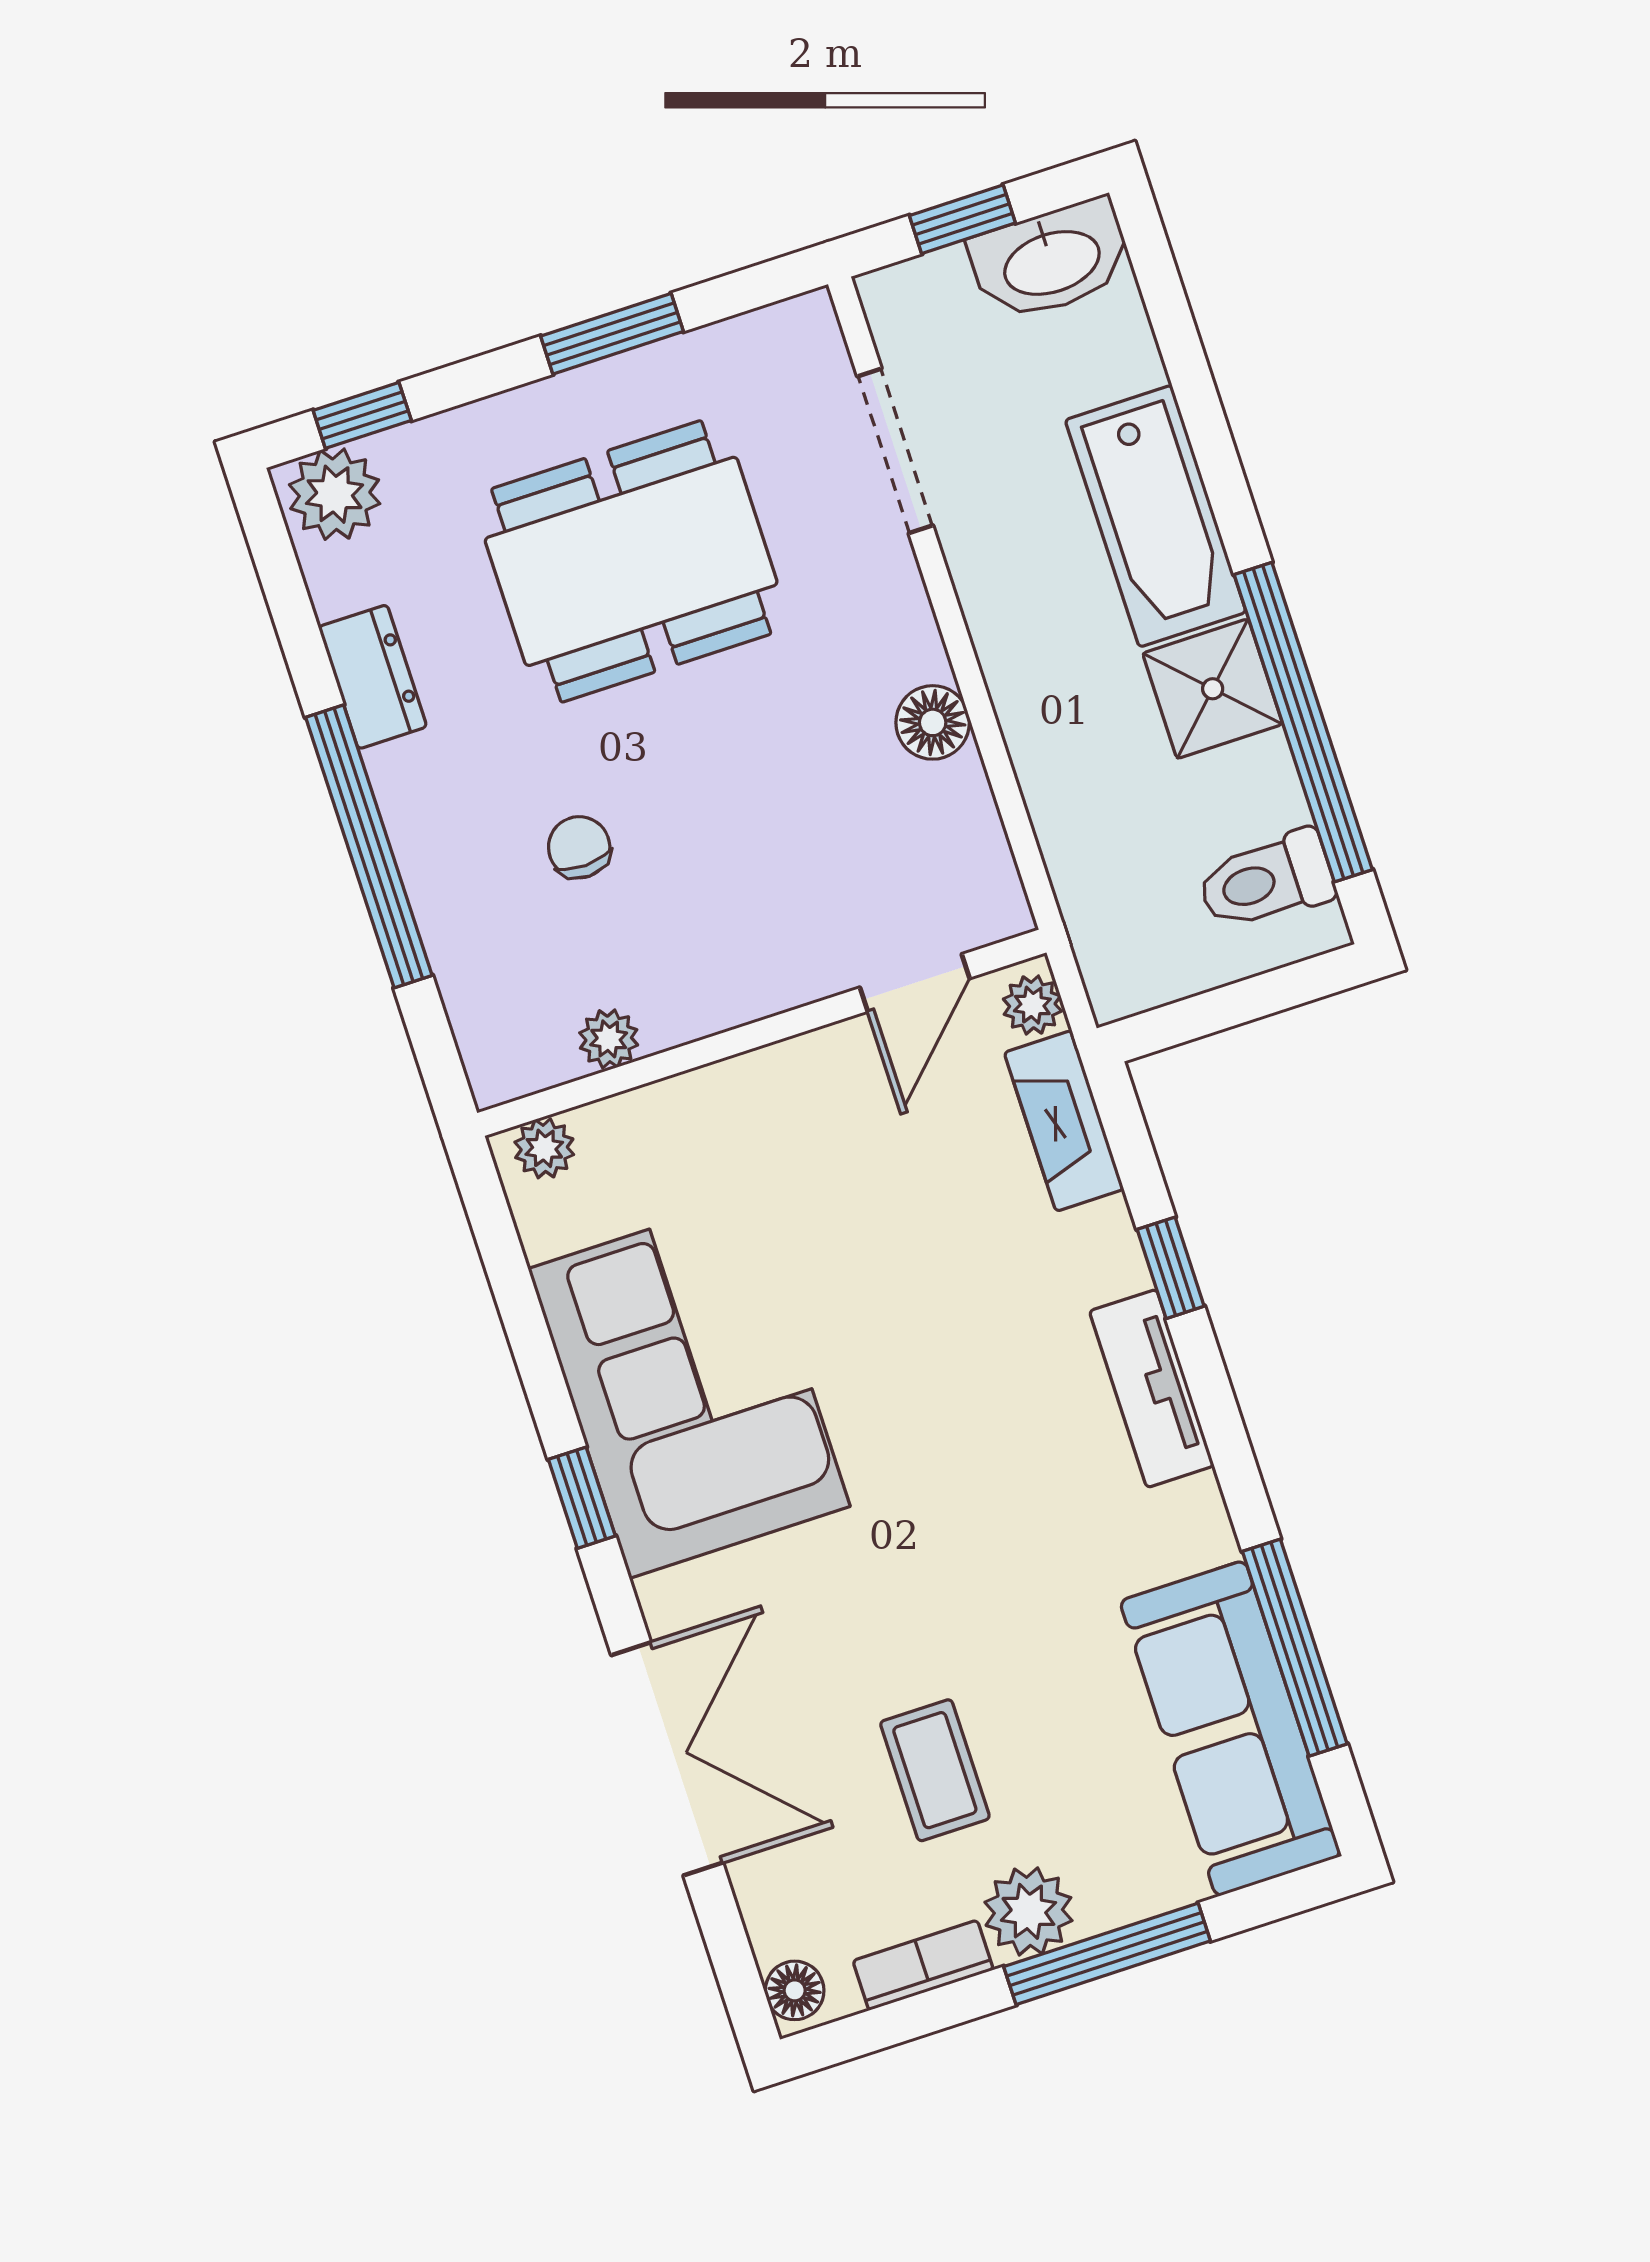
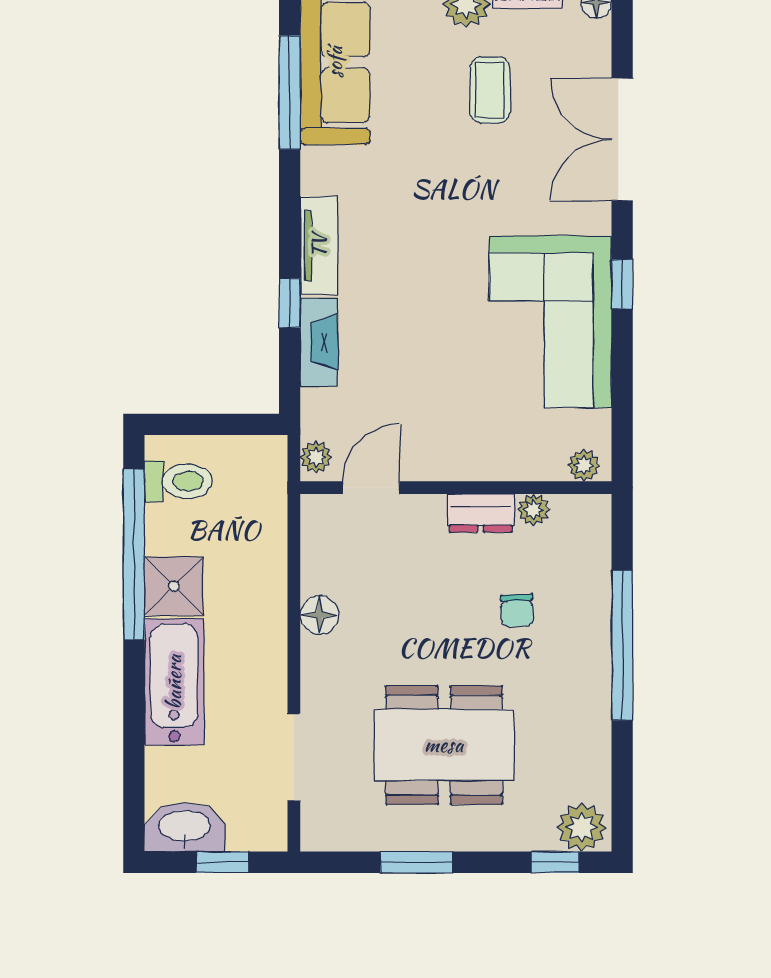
dresser: (373, 677) -> (481, 513), moved, turned -90
fireplace: (1064, 1121) -> (319, 342), moved

